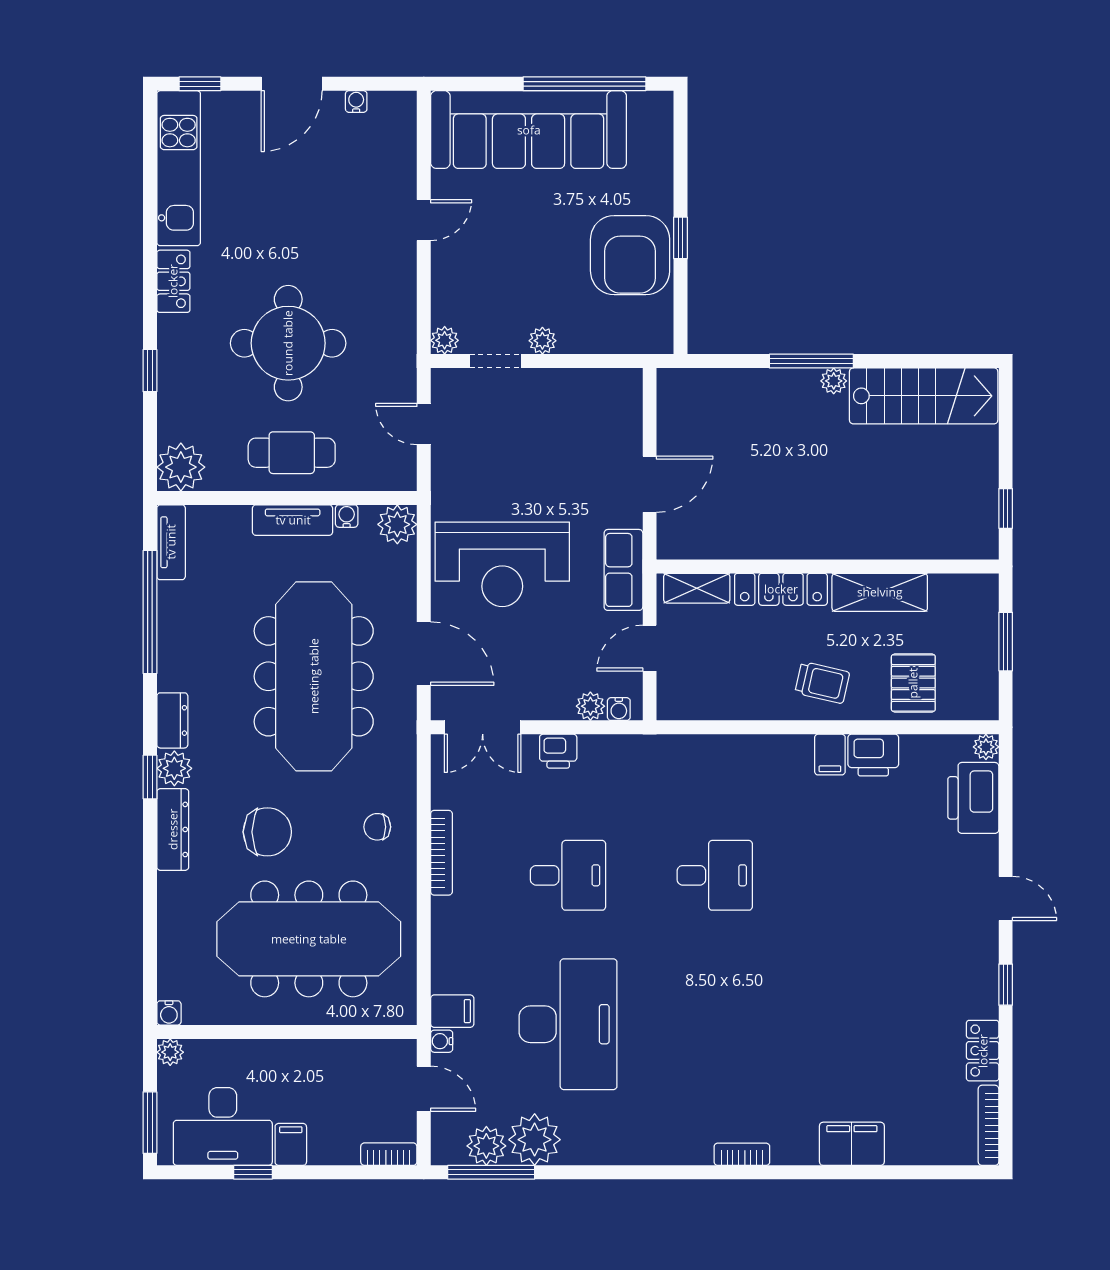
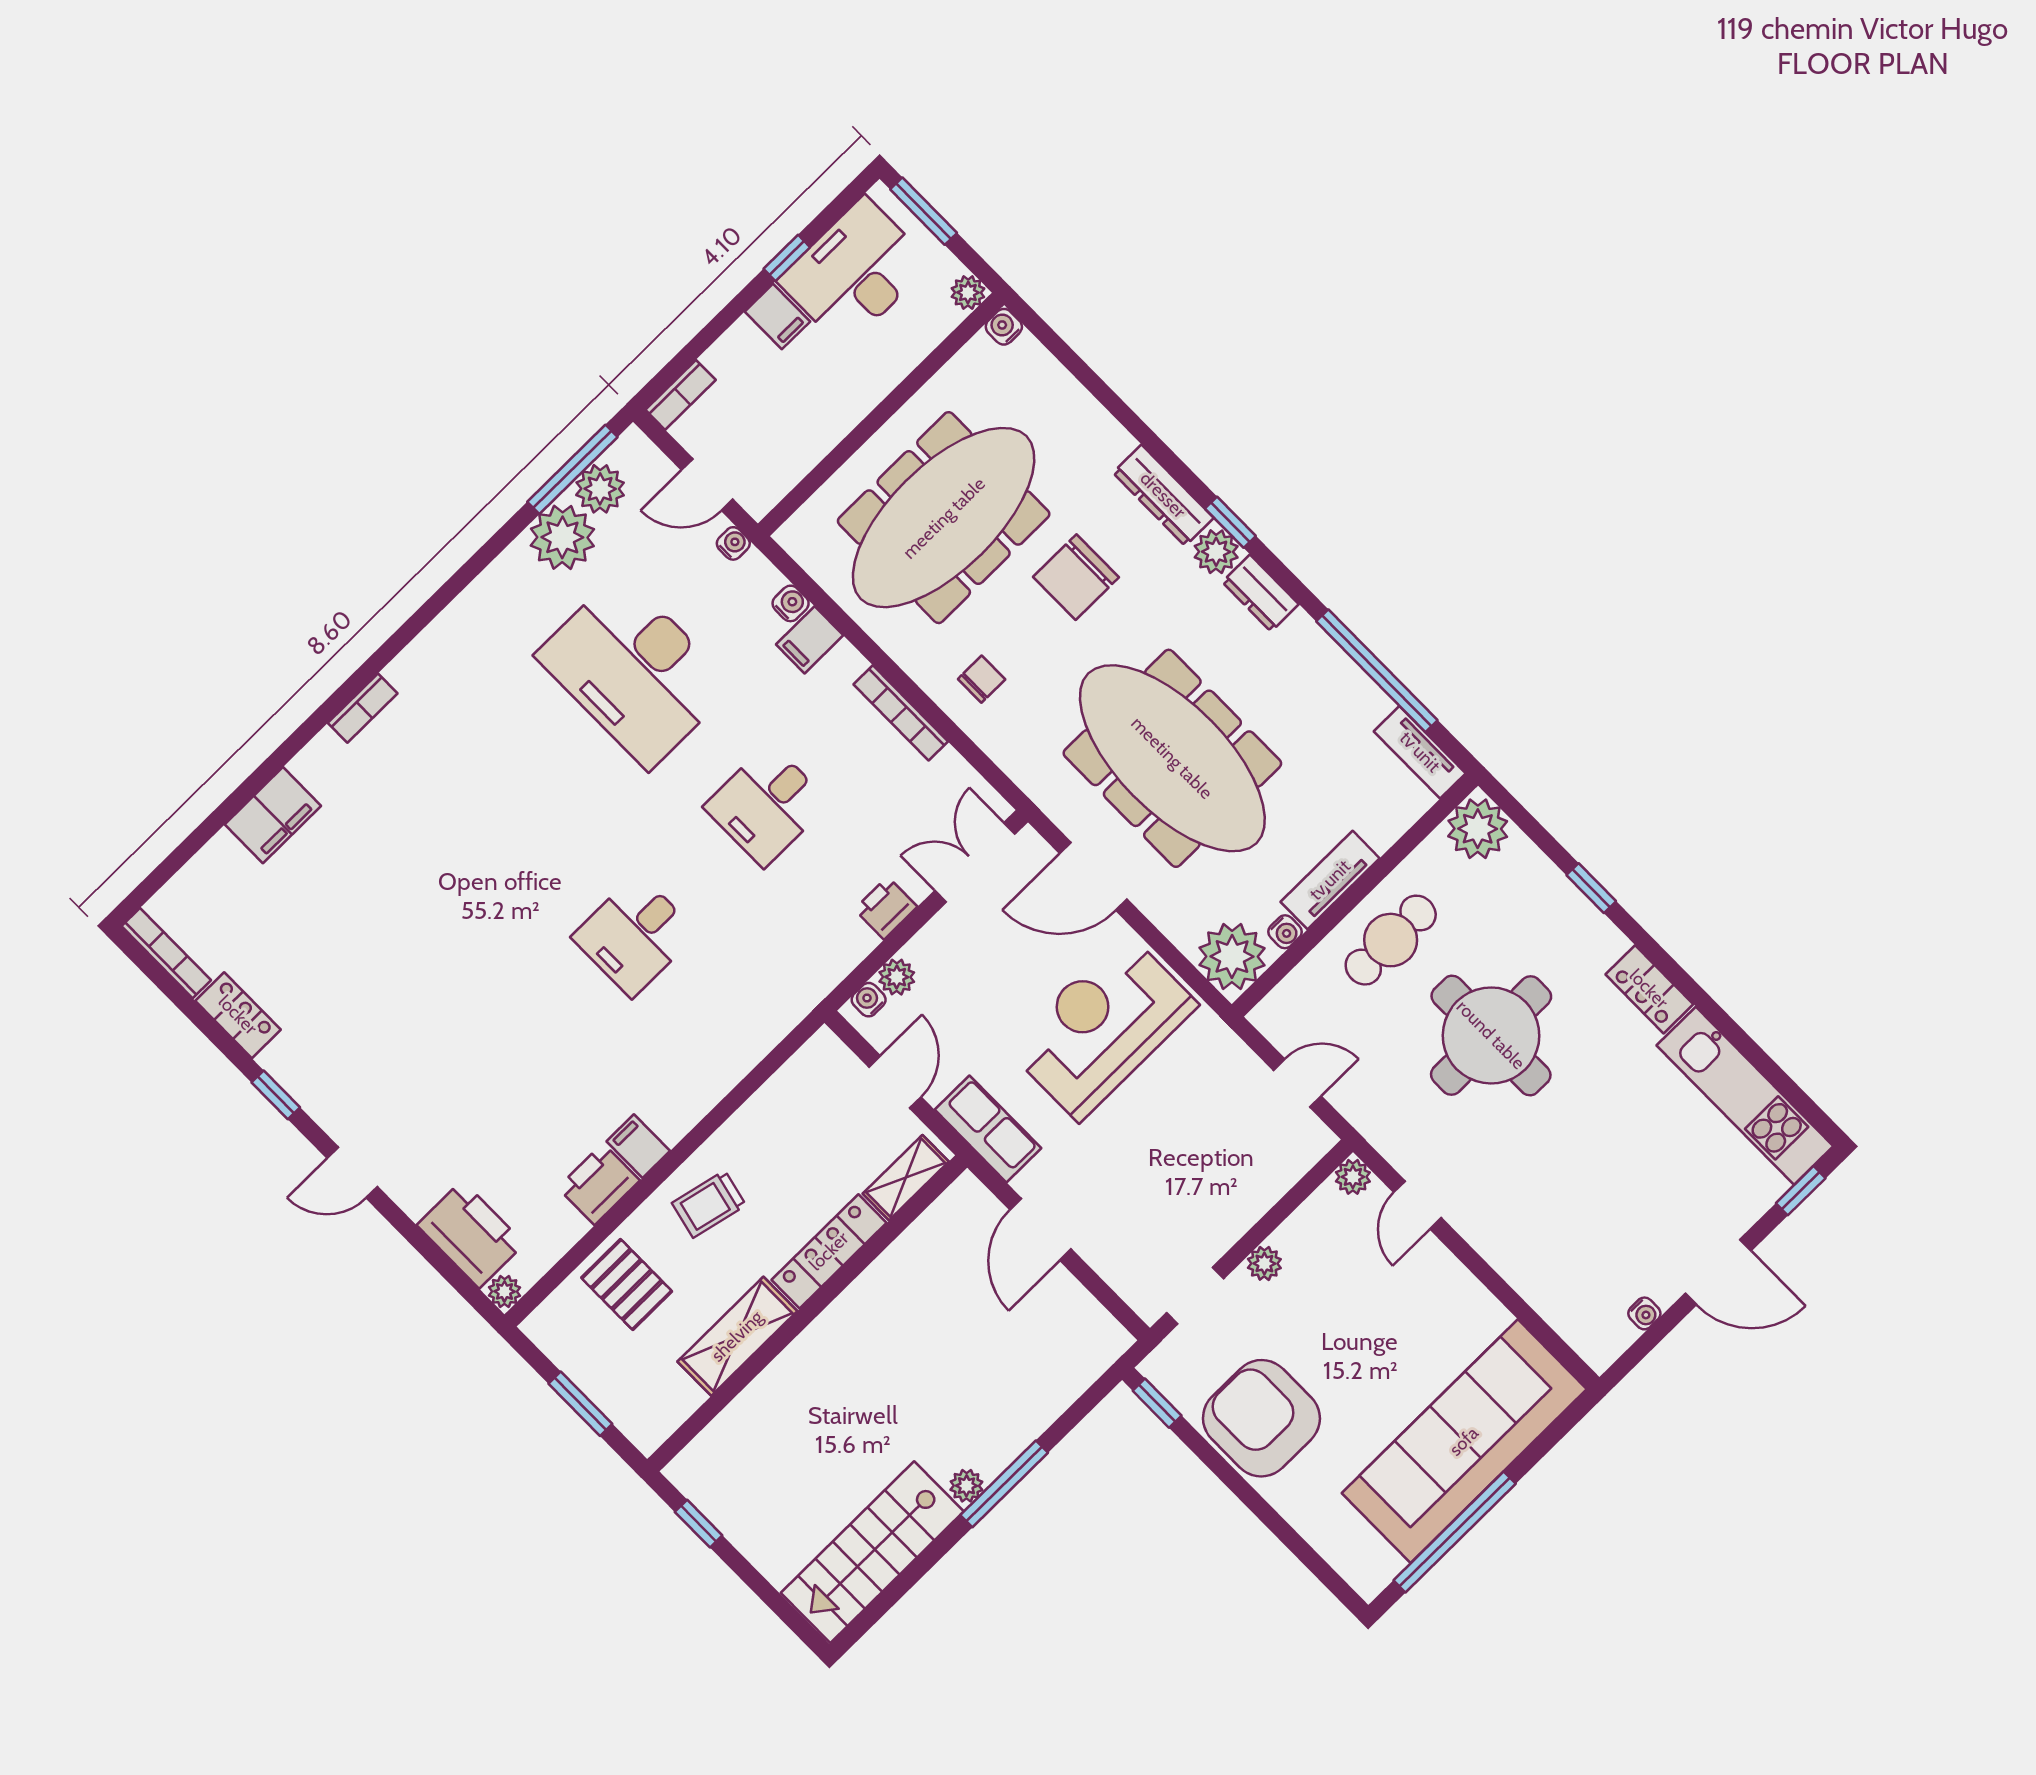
door: (292, 84) -> (1718, 1272), swing flipped
door: (424, 220) -> (1418, 1205), moved
window: (680, 238) -> (1157, 1403), moved
doorway: (495, 361) -> (1195, 1296), moved
plant: (397, 524) -> (1232, 957), width x1.36, depth x1.36
water cooler: (443, 976) -> (791, 603), added
filing cabinet: (452, 1011) -> (810, 640), moved

